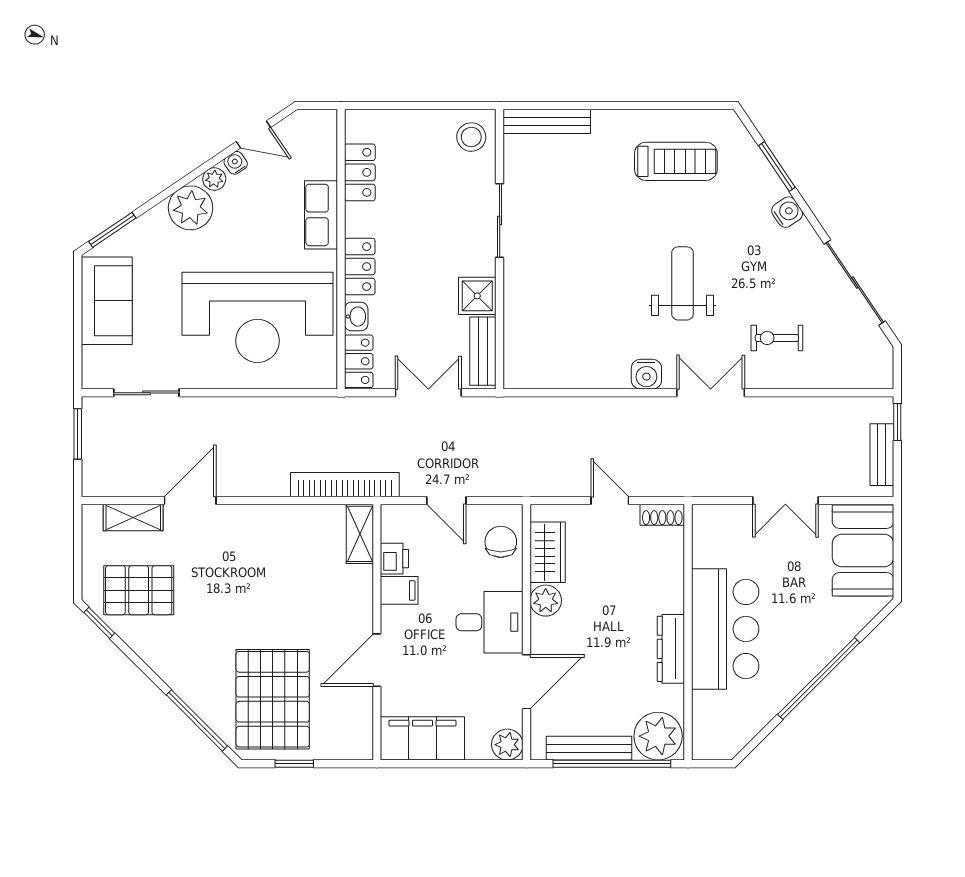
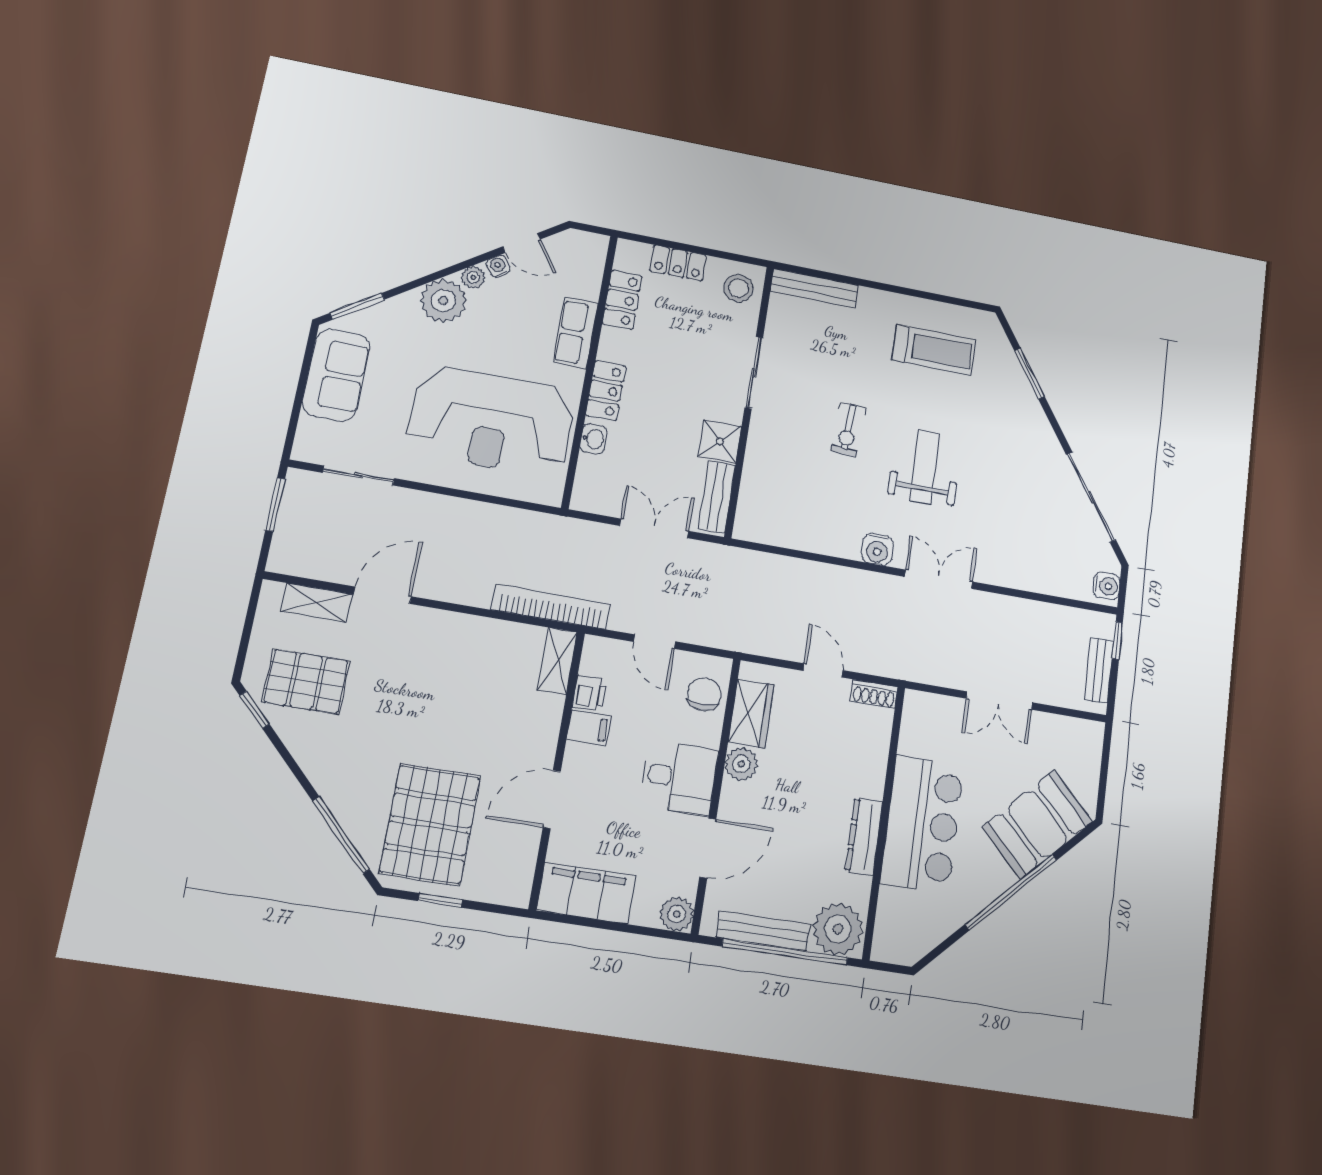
water cooler: (787, 212) -> (1107, 586), moved, turned 34
exercise bike: (777, 338) -> (848, 429), moved, turned -86
locker: (359, 361) -> (678, 263), moved, turned 90
booth: (863, 550) -> (1037, 824), moved, turned 45

